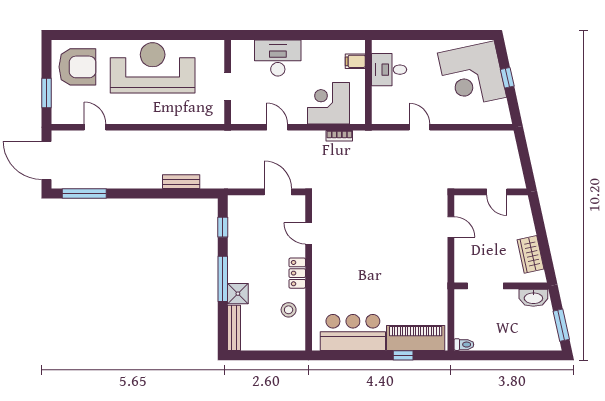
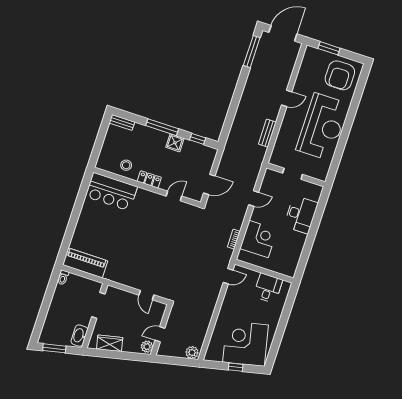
filing cabinet: (355, 61) -> (281, 267), removed
door: (95, 127) -> (287, 98), moved
door: (420, 127) -> (228, 276), moved
plant: (507, 142) -> (192, 353), added
bench: (181, 182) -> (267, 133), moved
plant: (519, 204) -> (147, 347), added
door: (451, 227) -> (146, 295), hinge flipped
shower: (238, 294) -> (175, 143), moved
bench: (234, 328) -> (122, 122), width x0.73
bar counter: (353, 332) -> (111, 192), moved, turned 90
piano: (416, 338) -> (85, 263), moved, turned -90
window: (403, 355) -> (69, 233), removed

